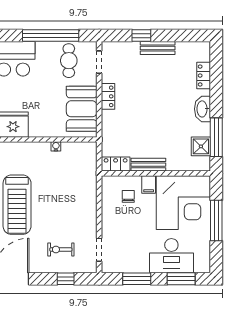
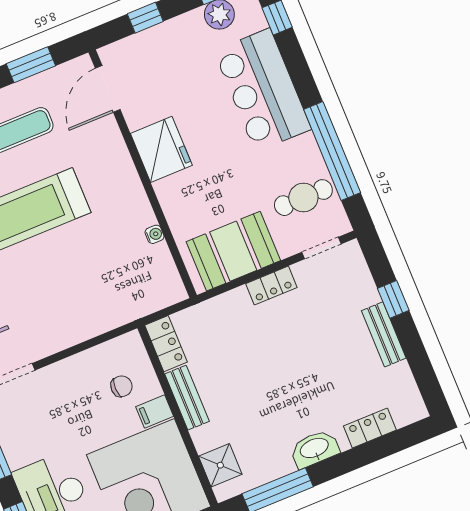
shower: (201, 146) -> (220, 465), moved

